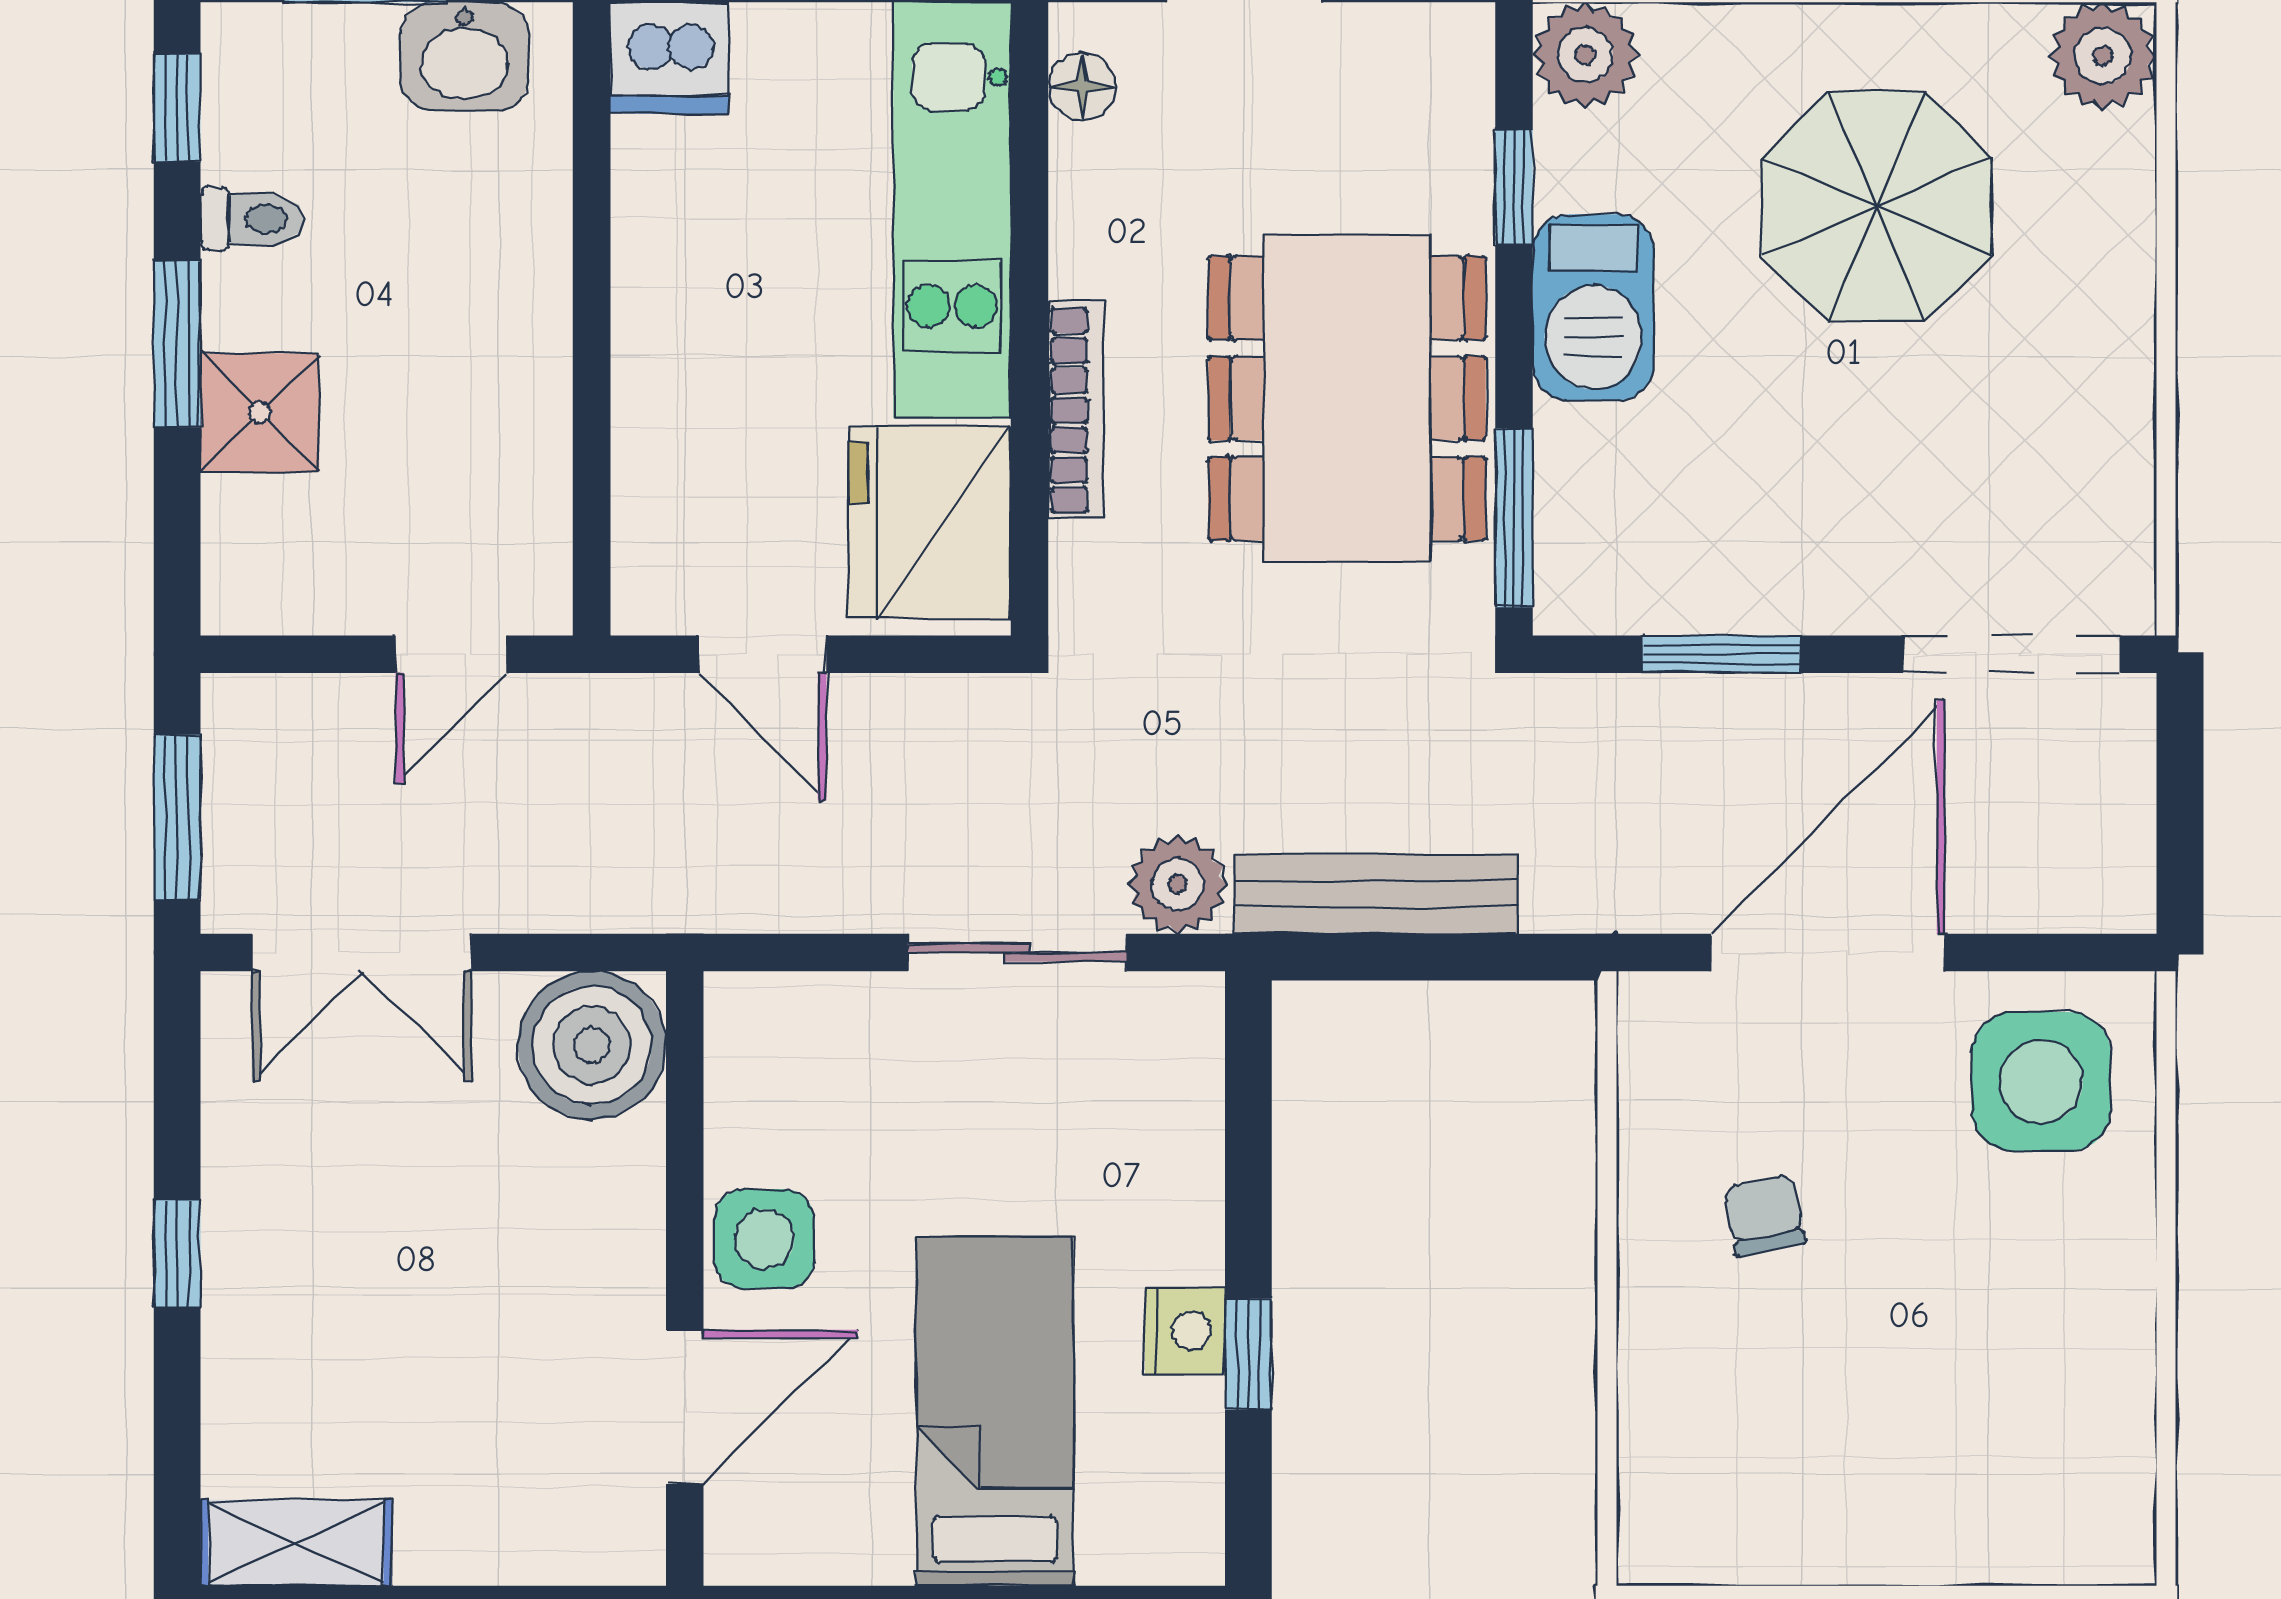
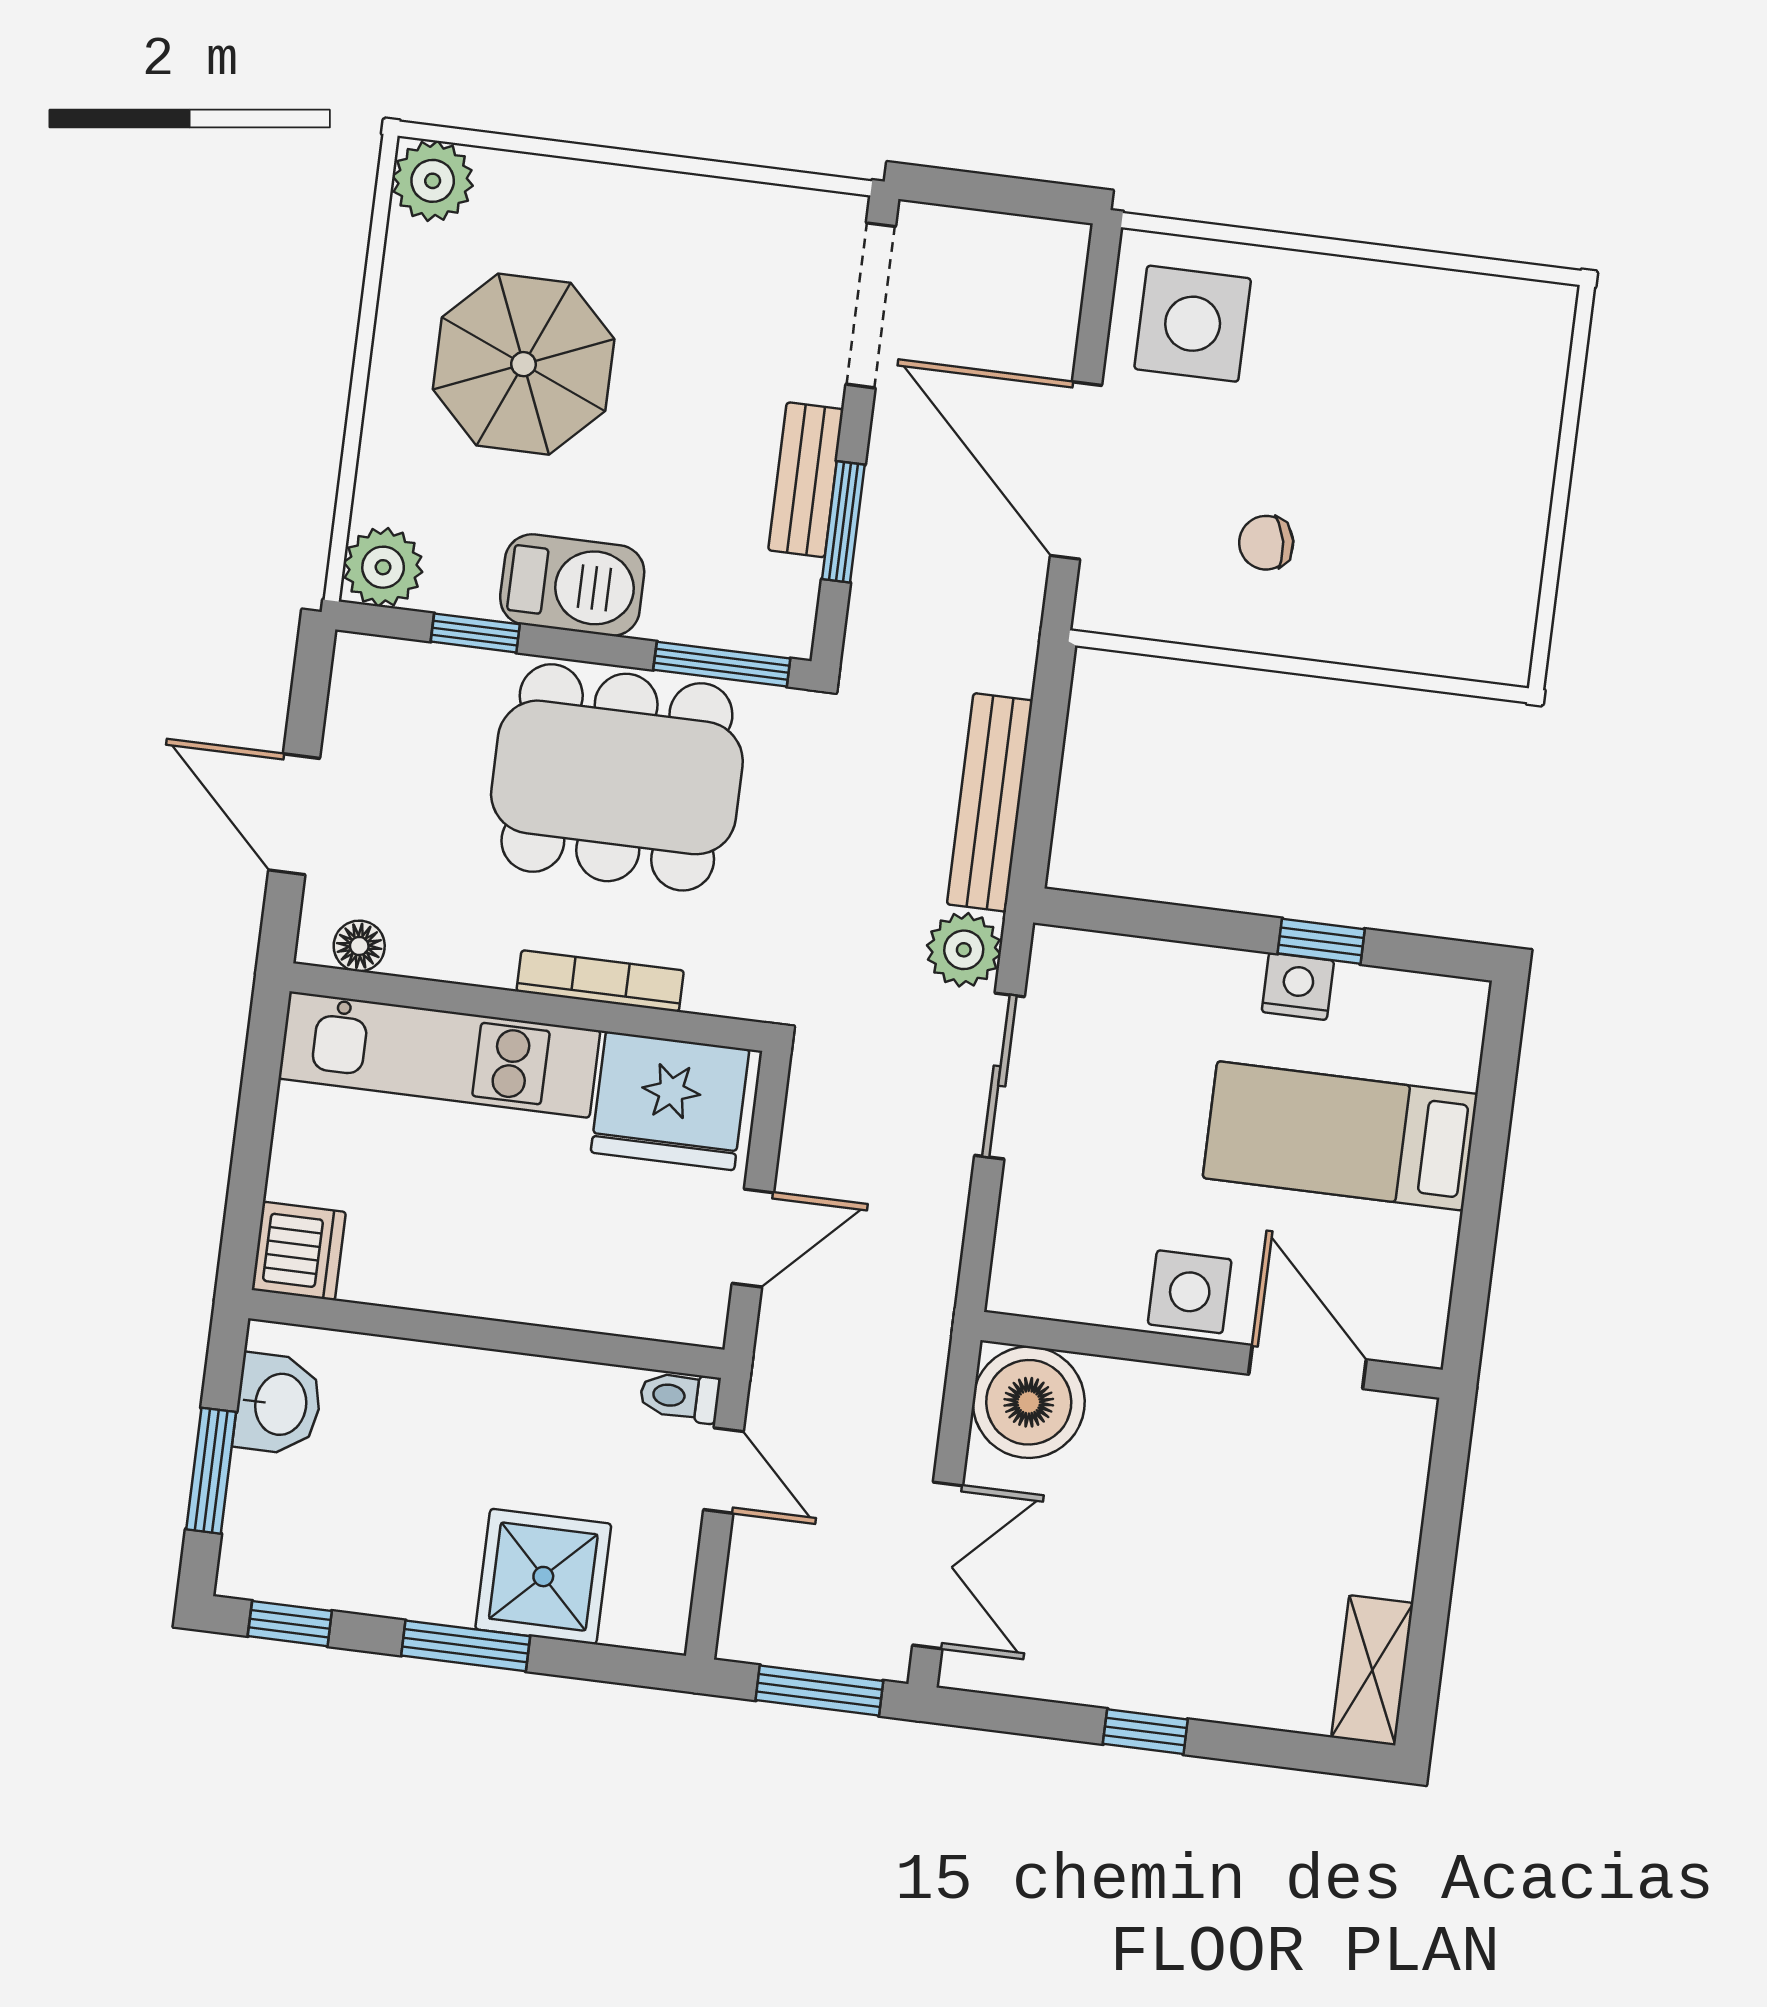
toilet: (252, 219) -> (680, 1396), moved, turned -90
shower: (260, 413) -> (543, 1577), width x1.36, depth x1.36
bench: (1771, 598) -> (806, 480), added

